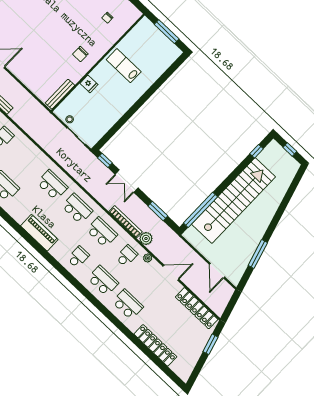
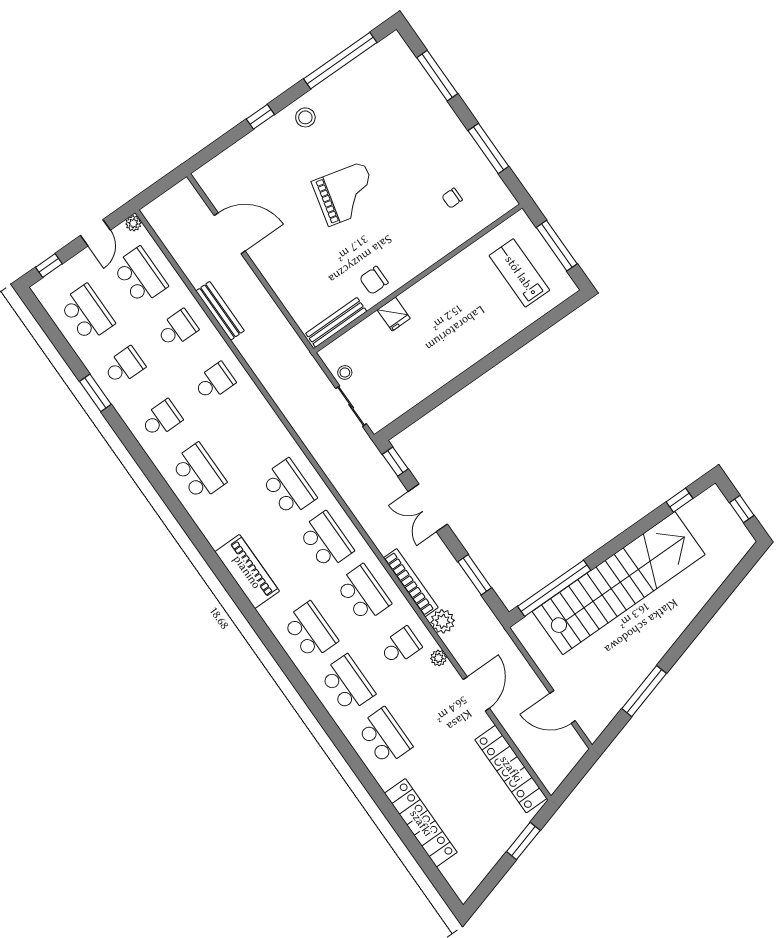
grand piano: (52, 26) -> (346, 194), added
chair: (80, 54) -> (374, 280), moved
lab bench: (124, 66) -> (519, 273), moved
school desk: (78, 257) -> (310, 631), width x1.85
door: (217, 271) -> (563, 707), hinge flipped
door: (171, 273) -> (476, 694), hinge flipped

